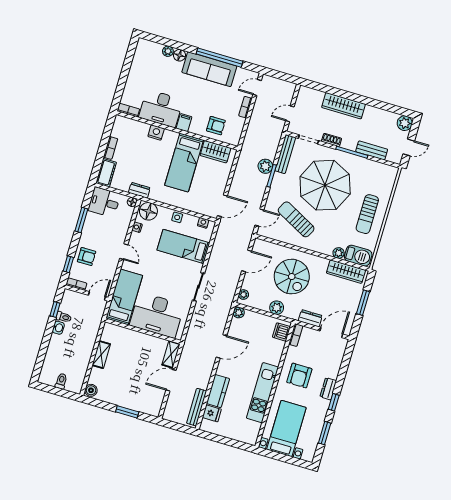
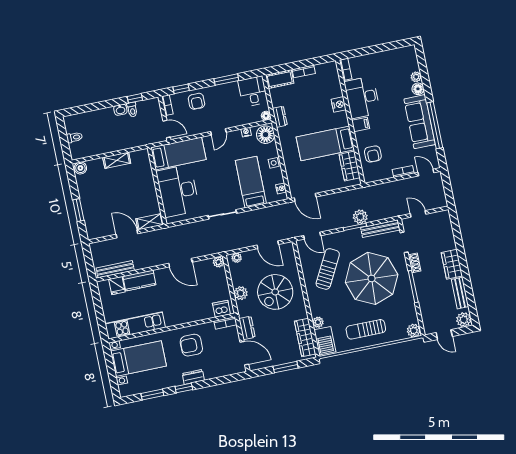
wardrobe: (344, 106) -> (452, 264), width x0.67
bench: (372, 150) -> (460, 293), moved
plant: (391, 172) -> (414, 331), added
kitchen unit: (262, 393) -> (135, 325), moved

